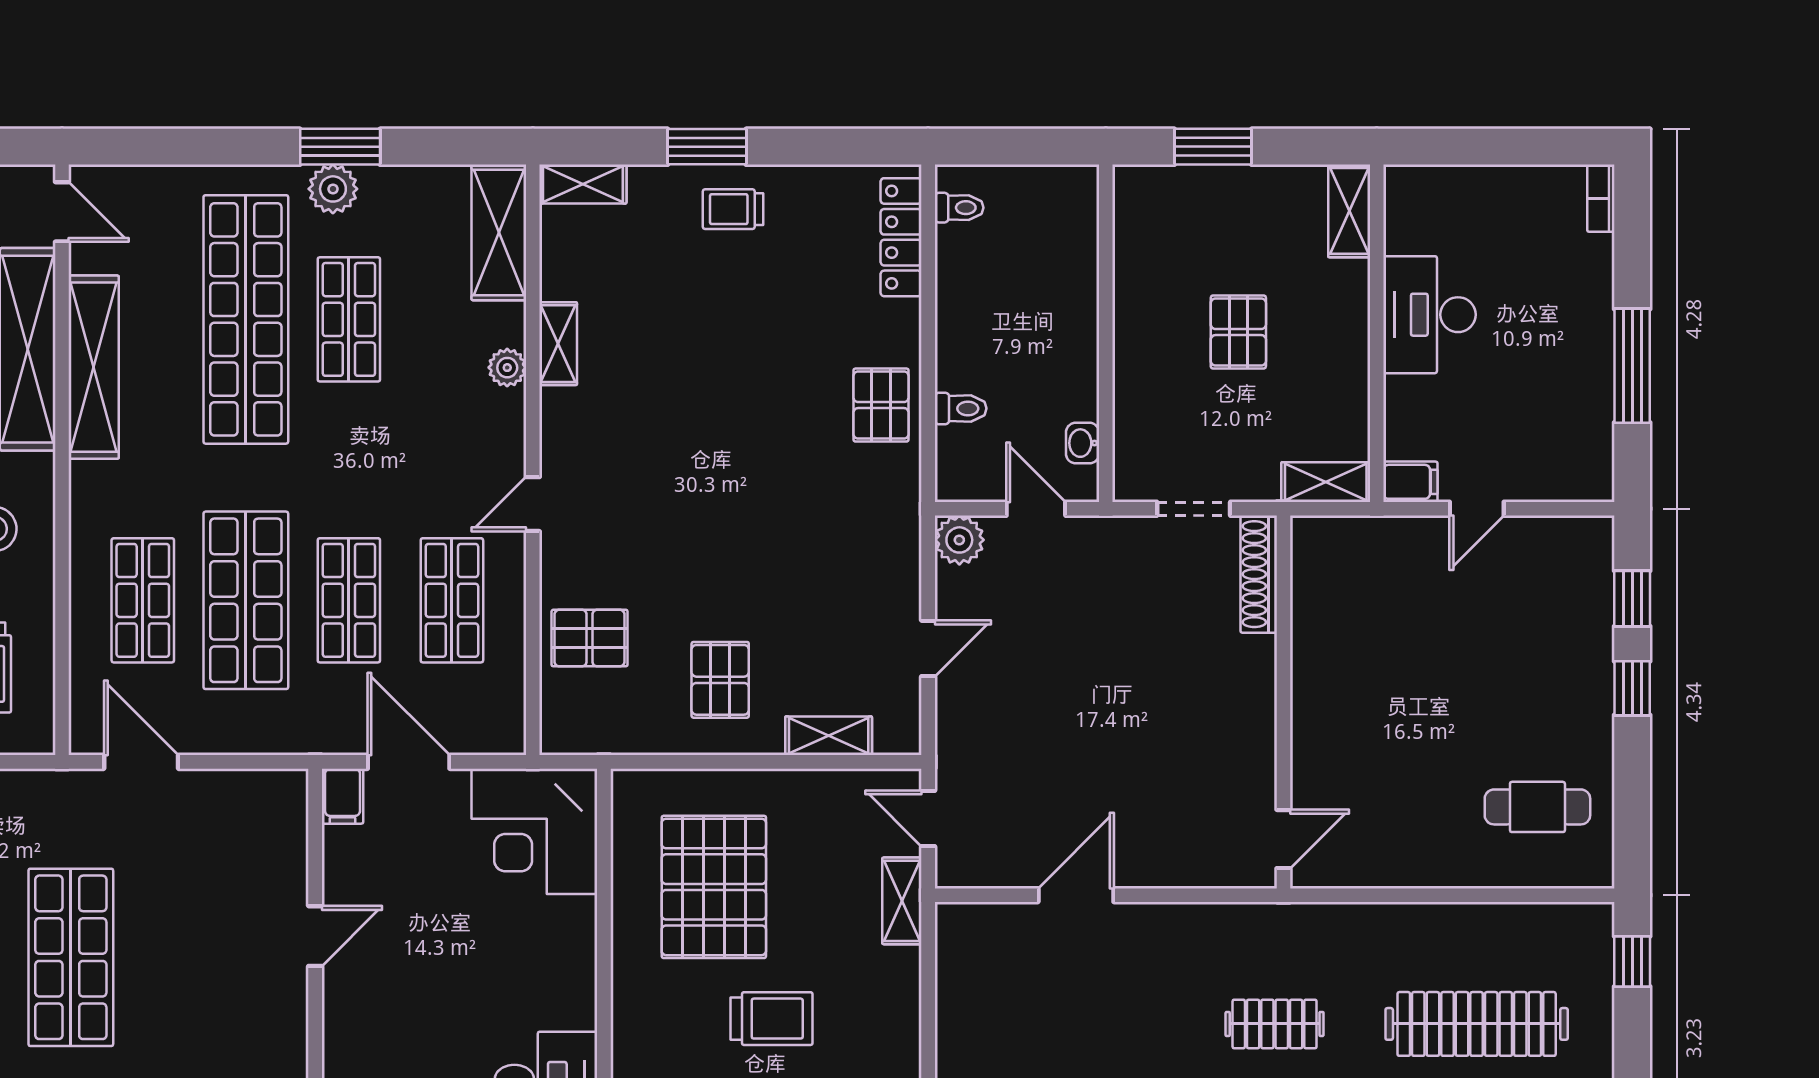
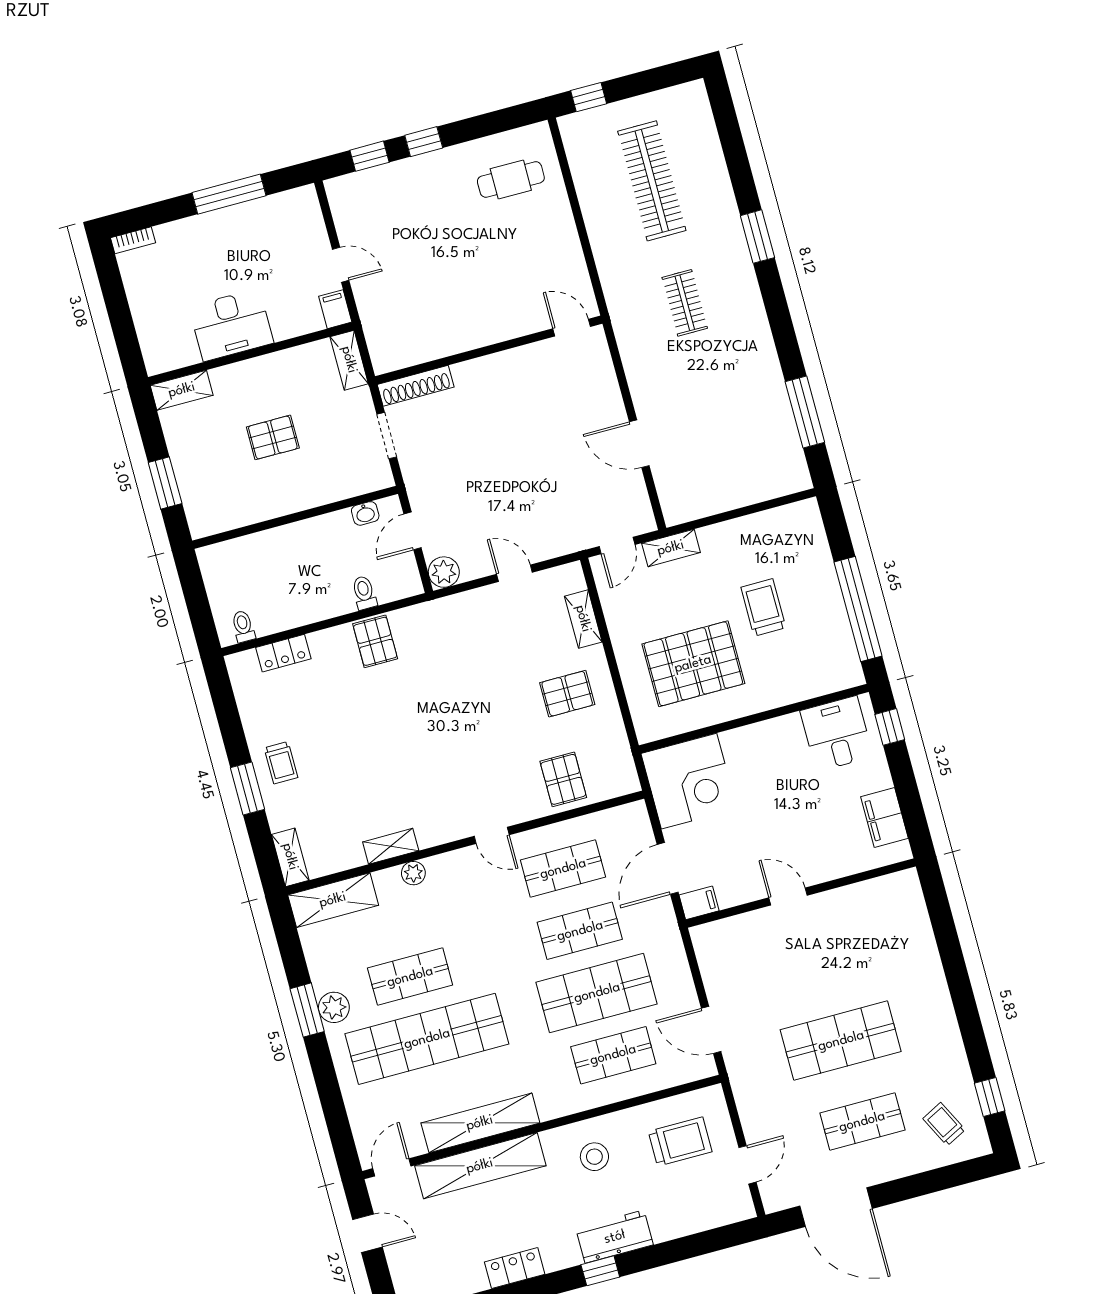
locker: (901, 237) -> (283, 653), width x0.66
pallet: (881, 405) -> (375, 641), turned 90
door: (141, 762) -> (711, 1030), hinge flipped
cafe table: (1537, 807) -> (511, 179), turned 90

